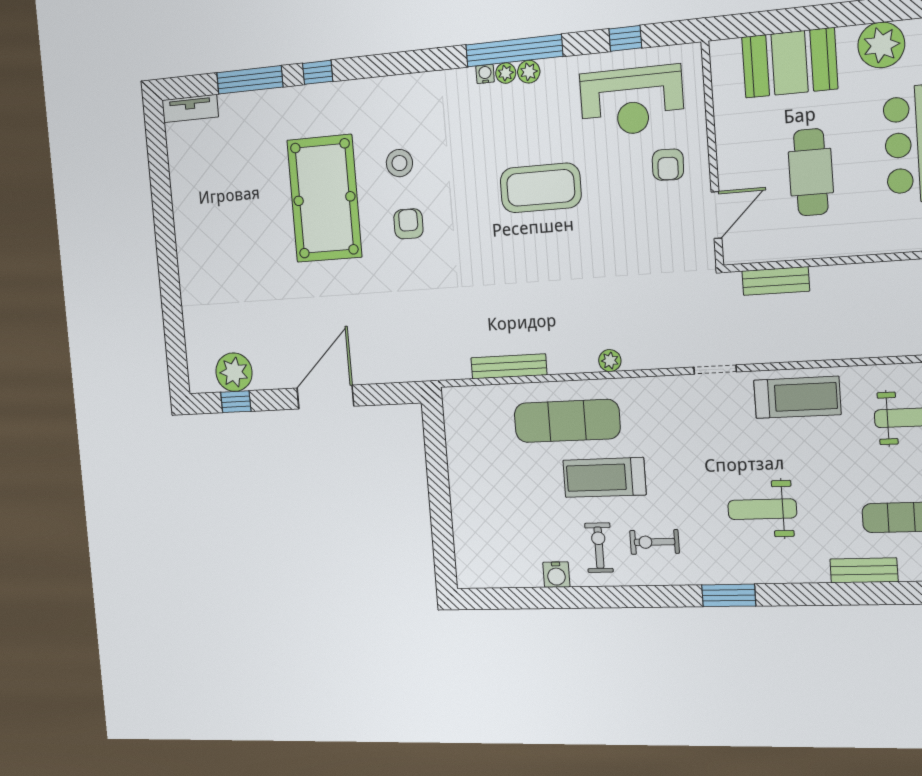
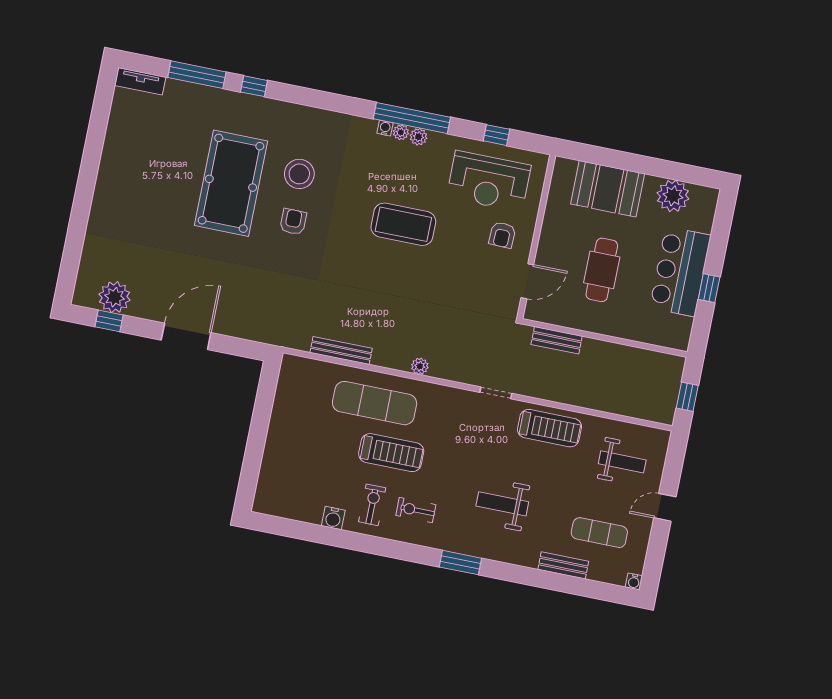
stool: (399, 163) -> (299, 174), width x1.38, depth x1.38
treadmill: (604, 477) -> (391, 453), turned 180

